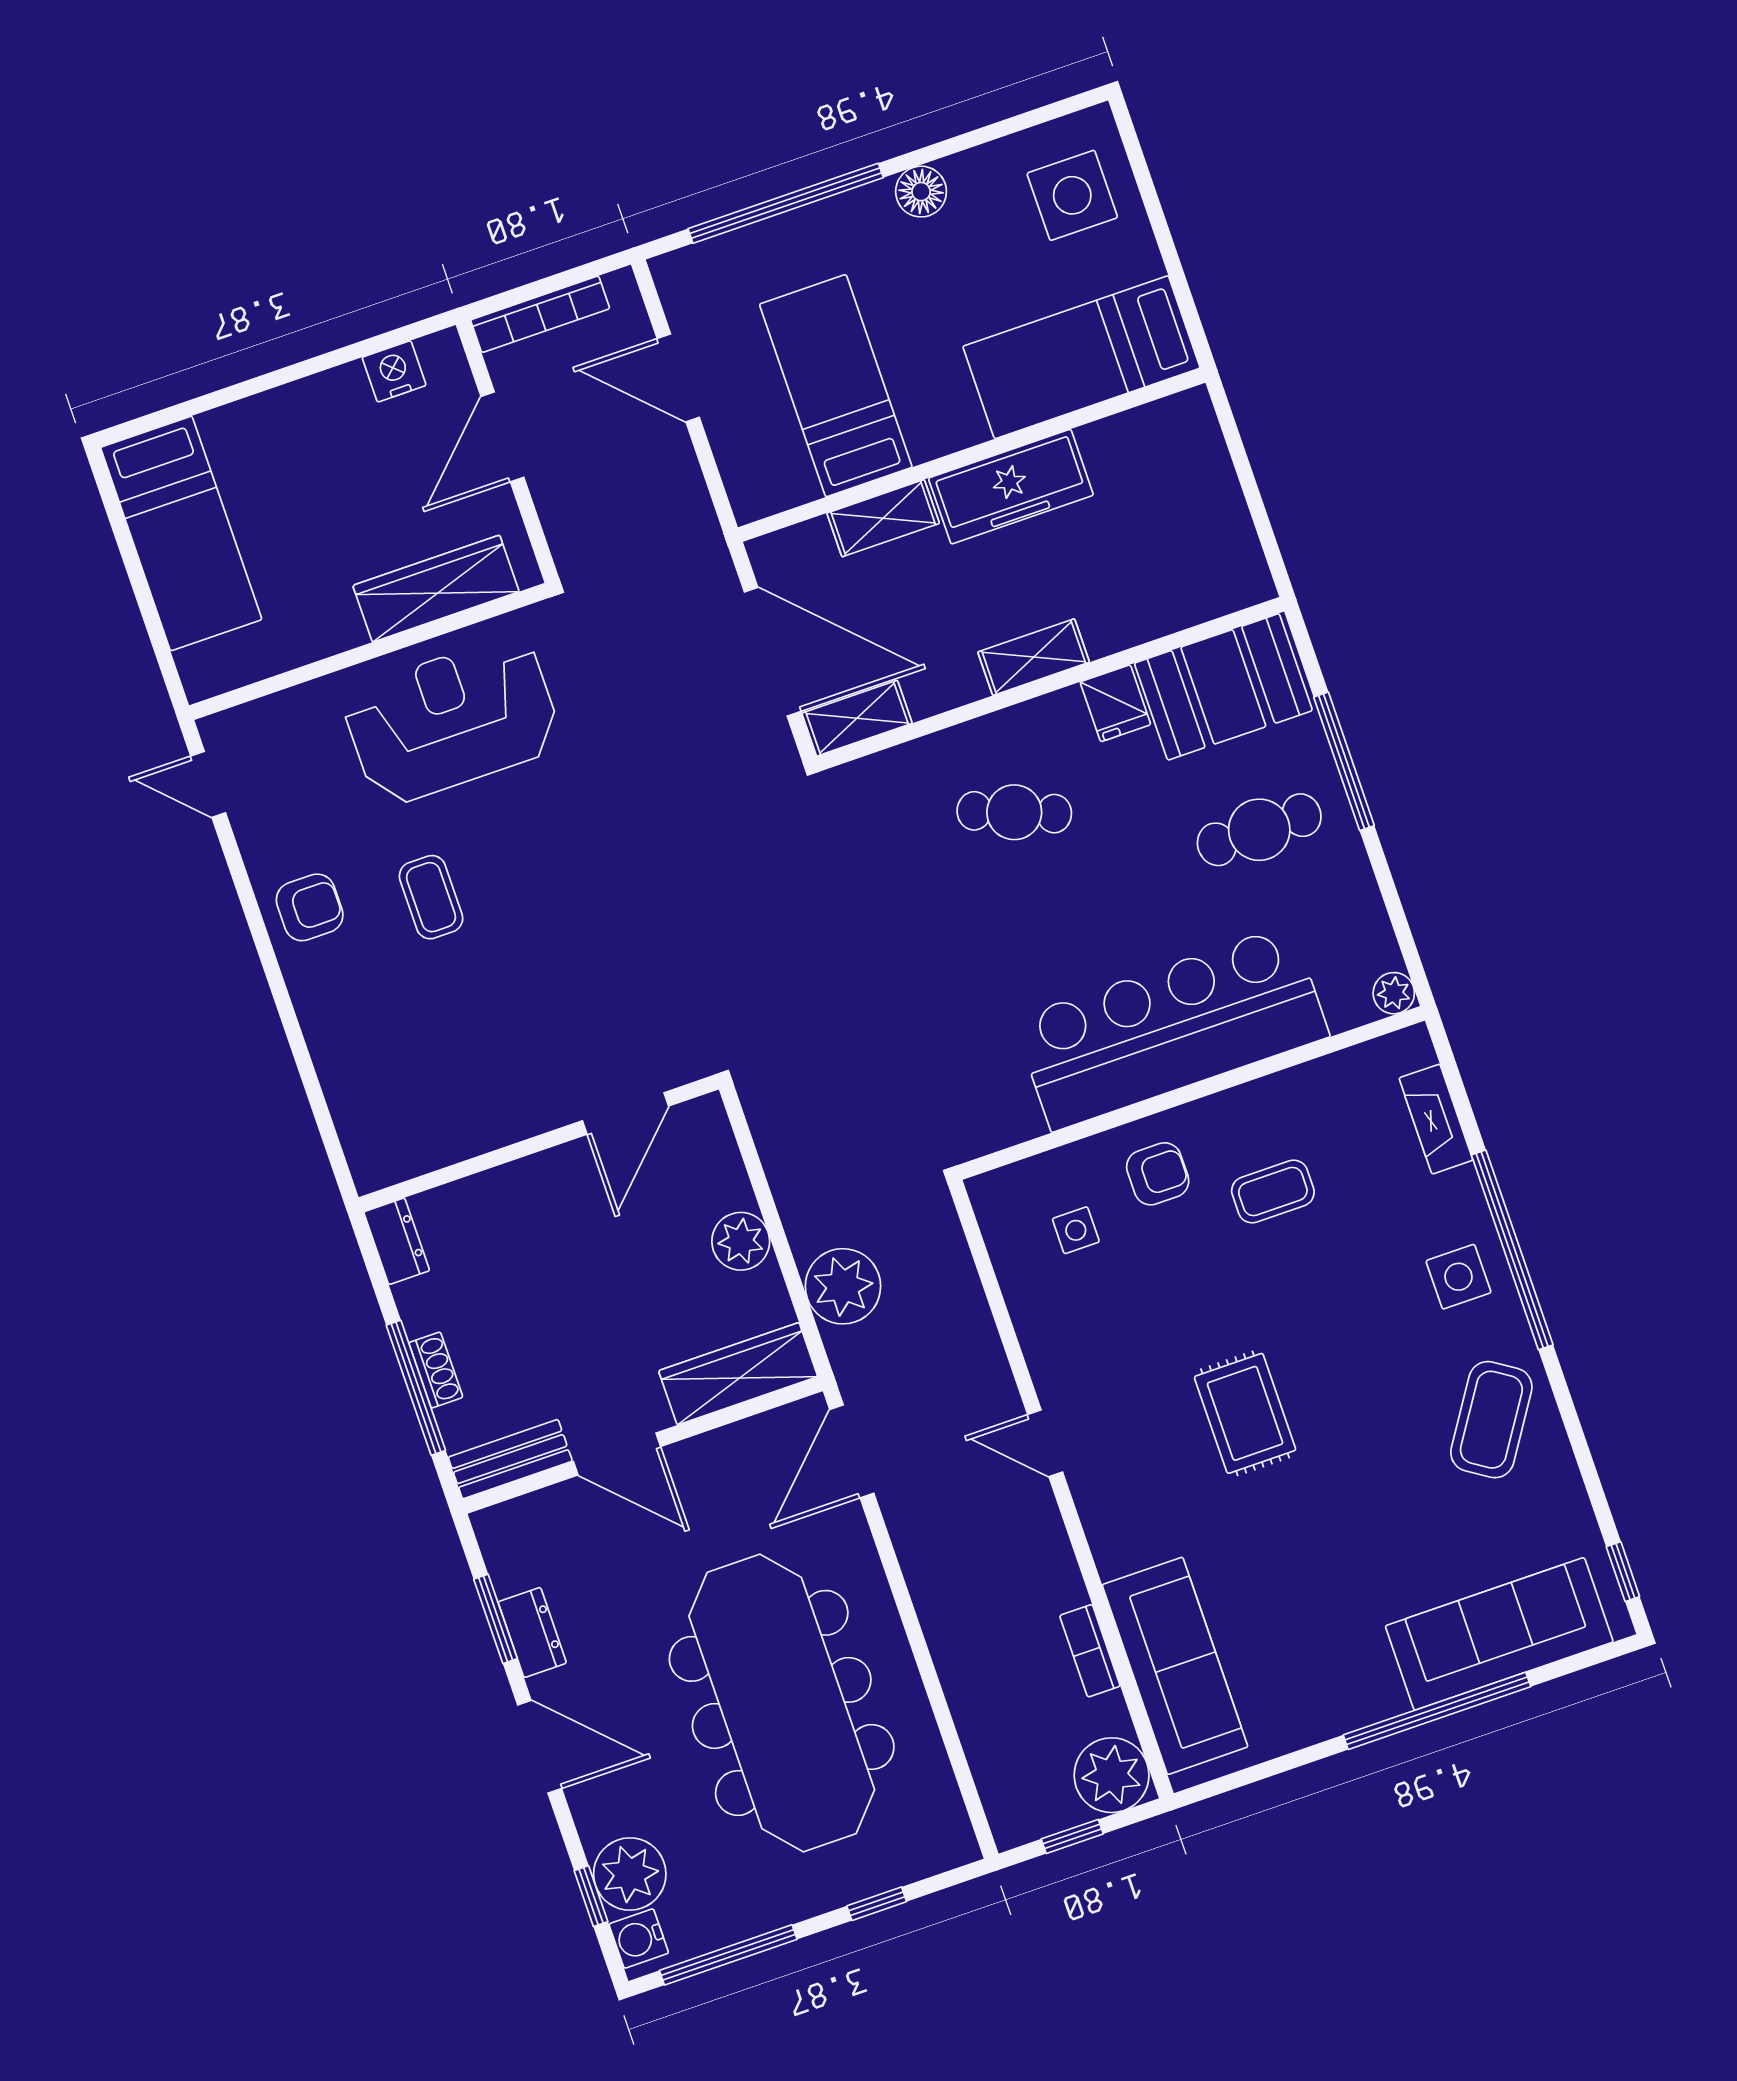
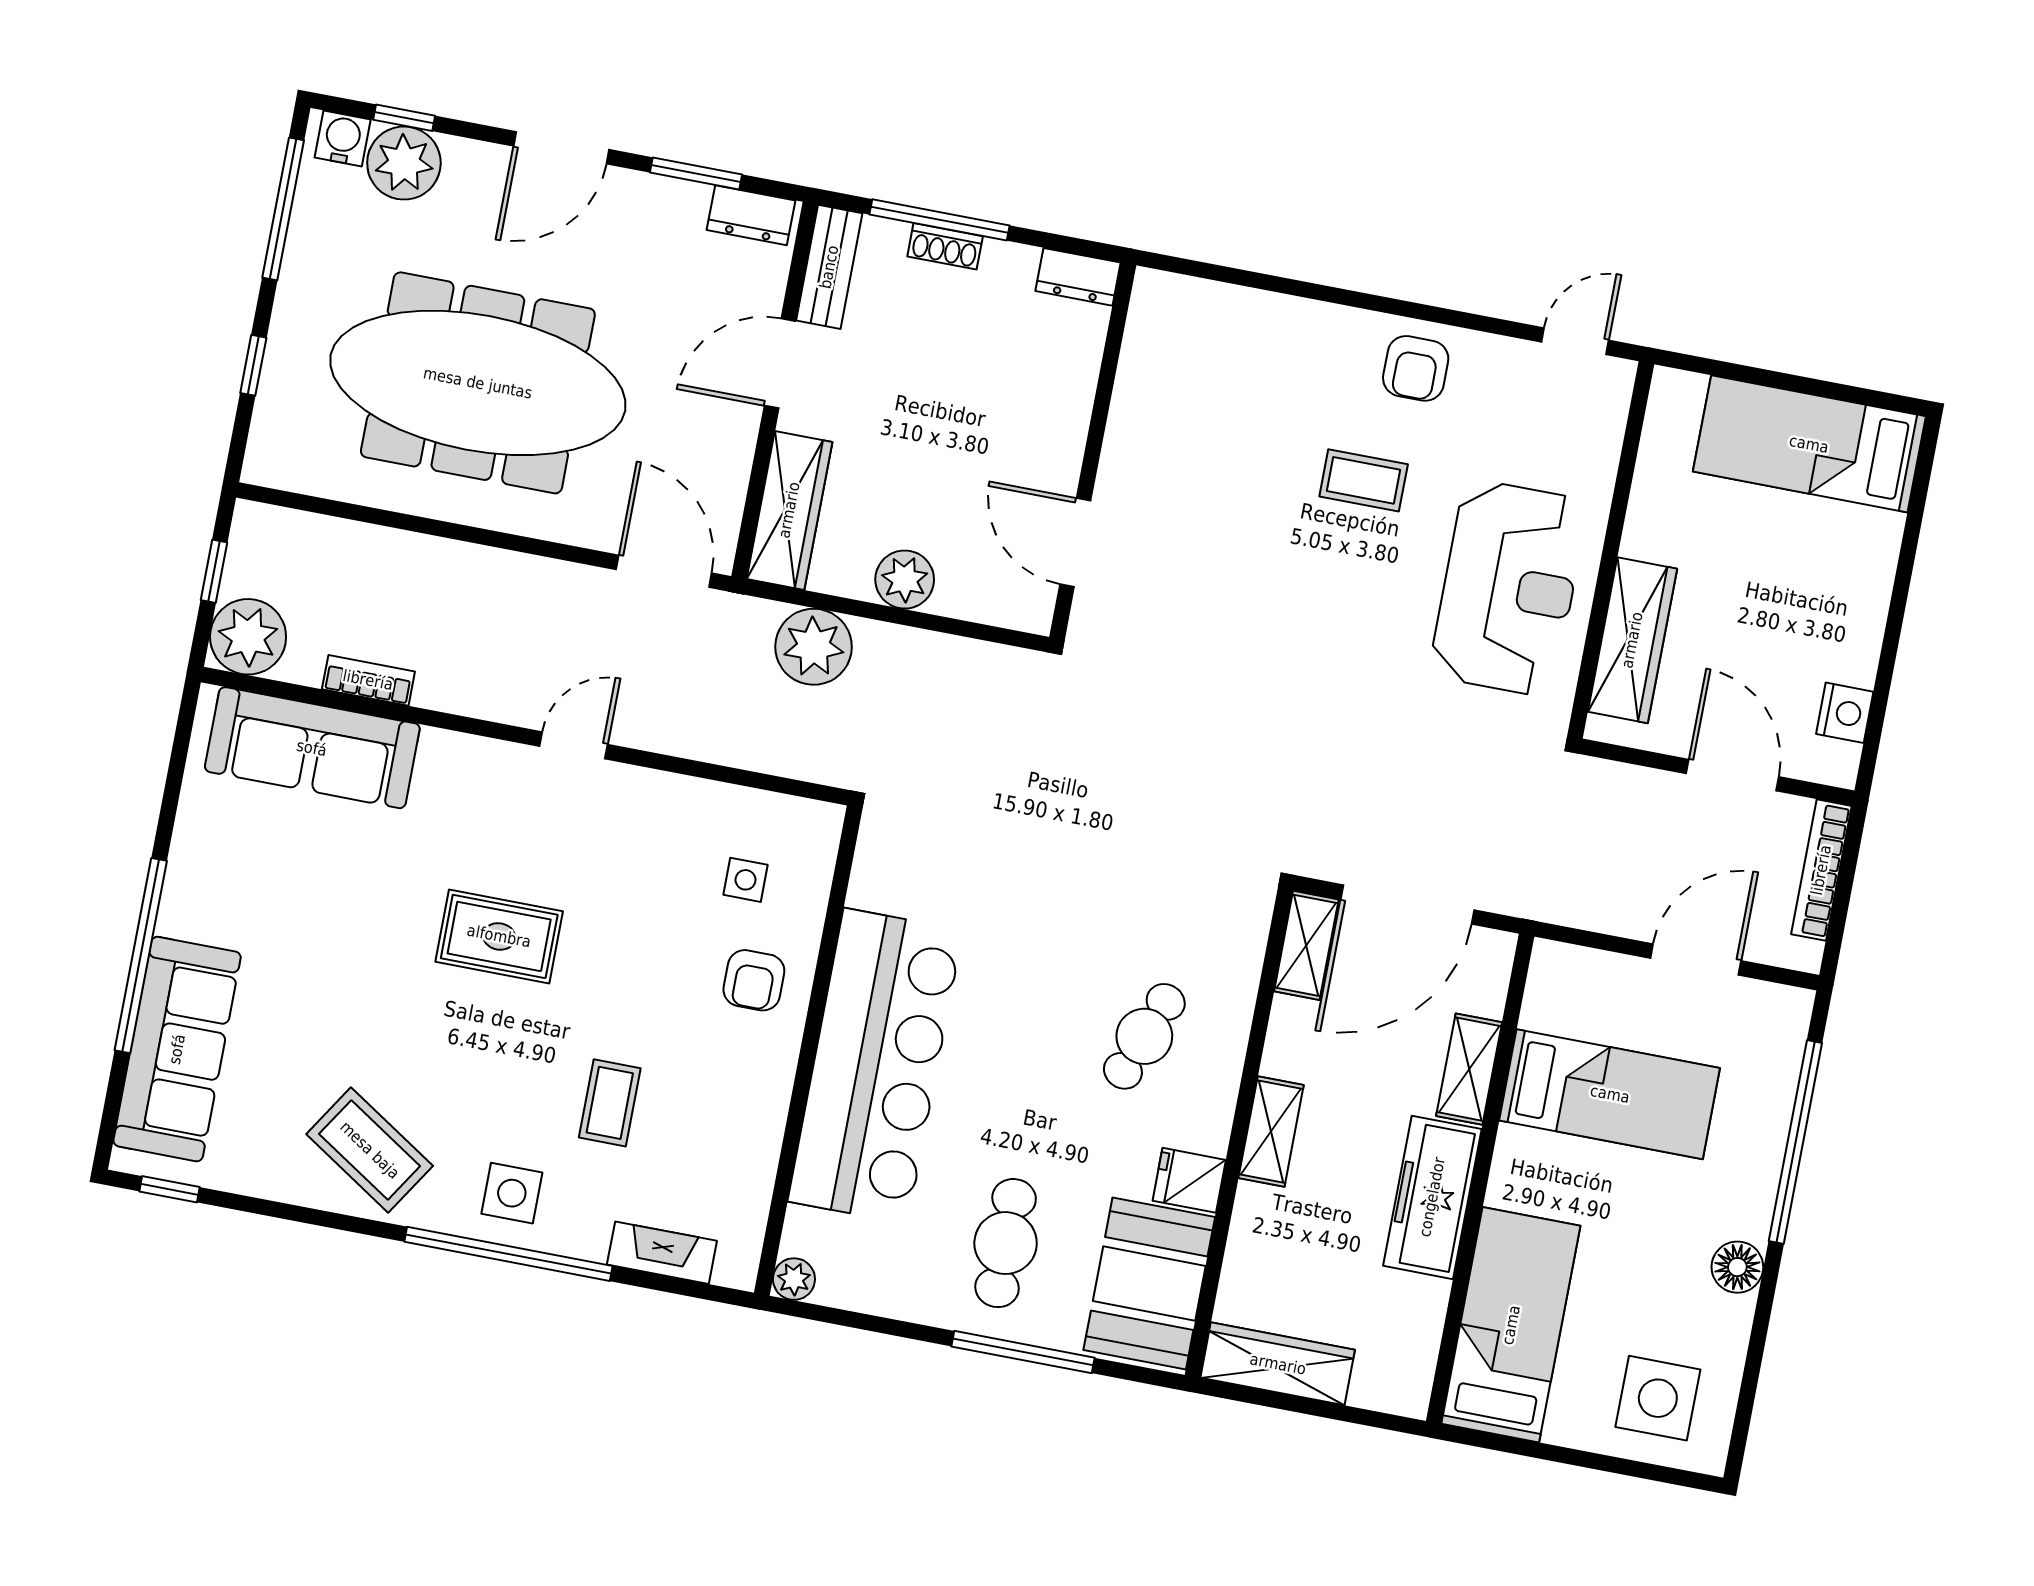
wardrobe: (1229, 538) -> (1278, 1364), added
coffee table: (1273, 1192) -> (610, 1103), moved
dresser: (532, 1632) -> (751, 215), moved

